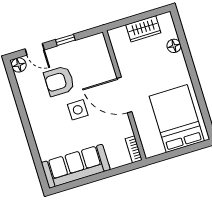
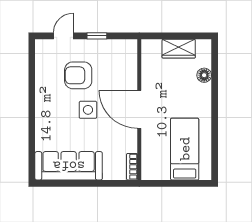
door: (35, 49) -> (63, 36), swing flipped
floor lamp: (19, 65) -> (43, 47), removed
bed: (177, 119) -> (185, 149), width x0.67

